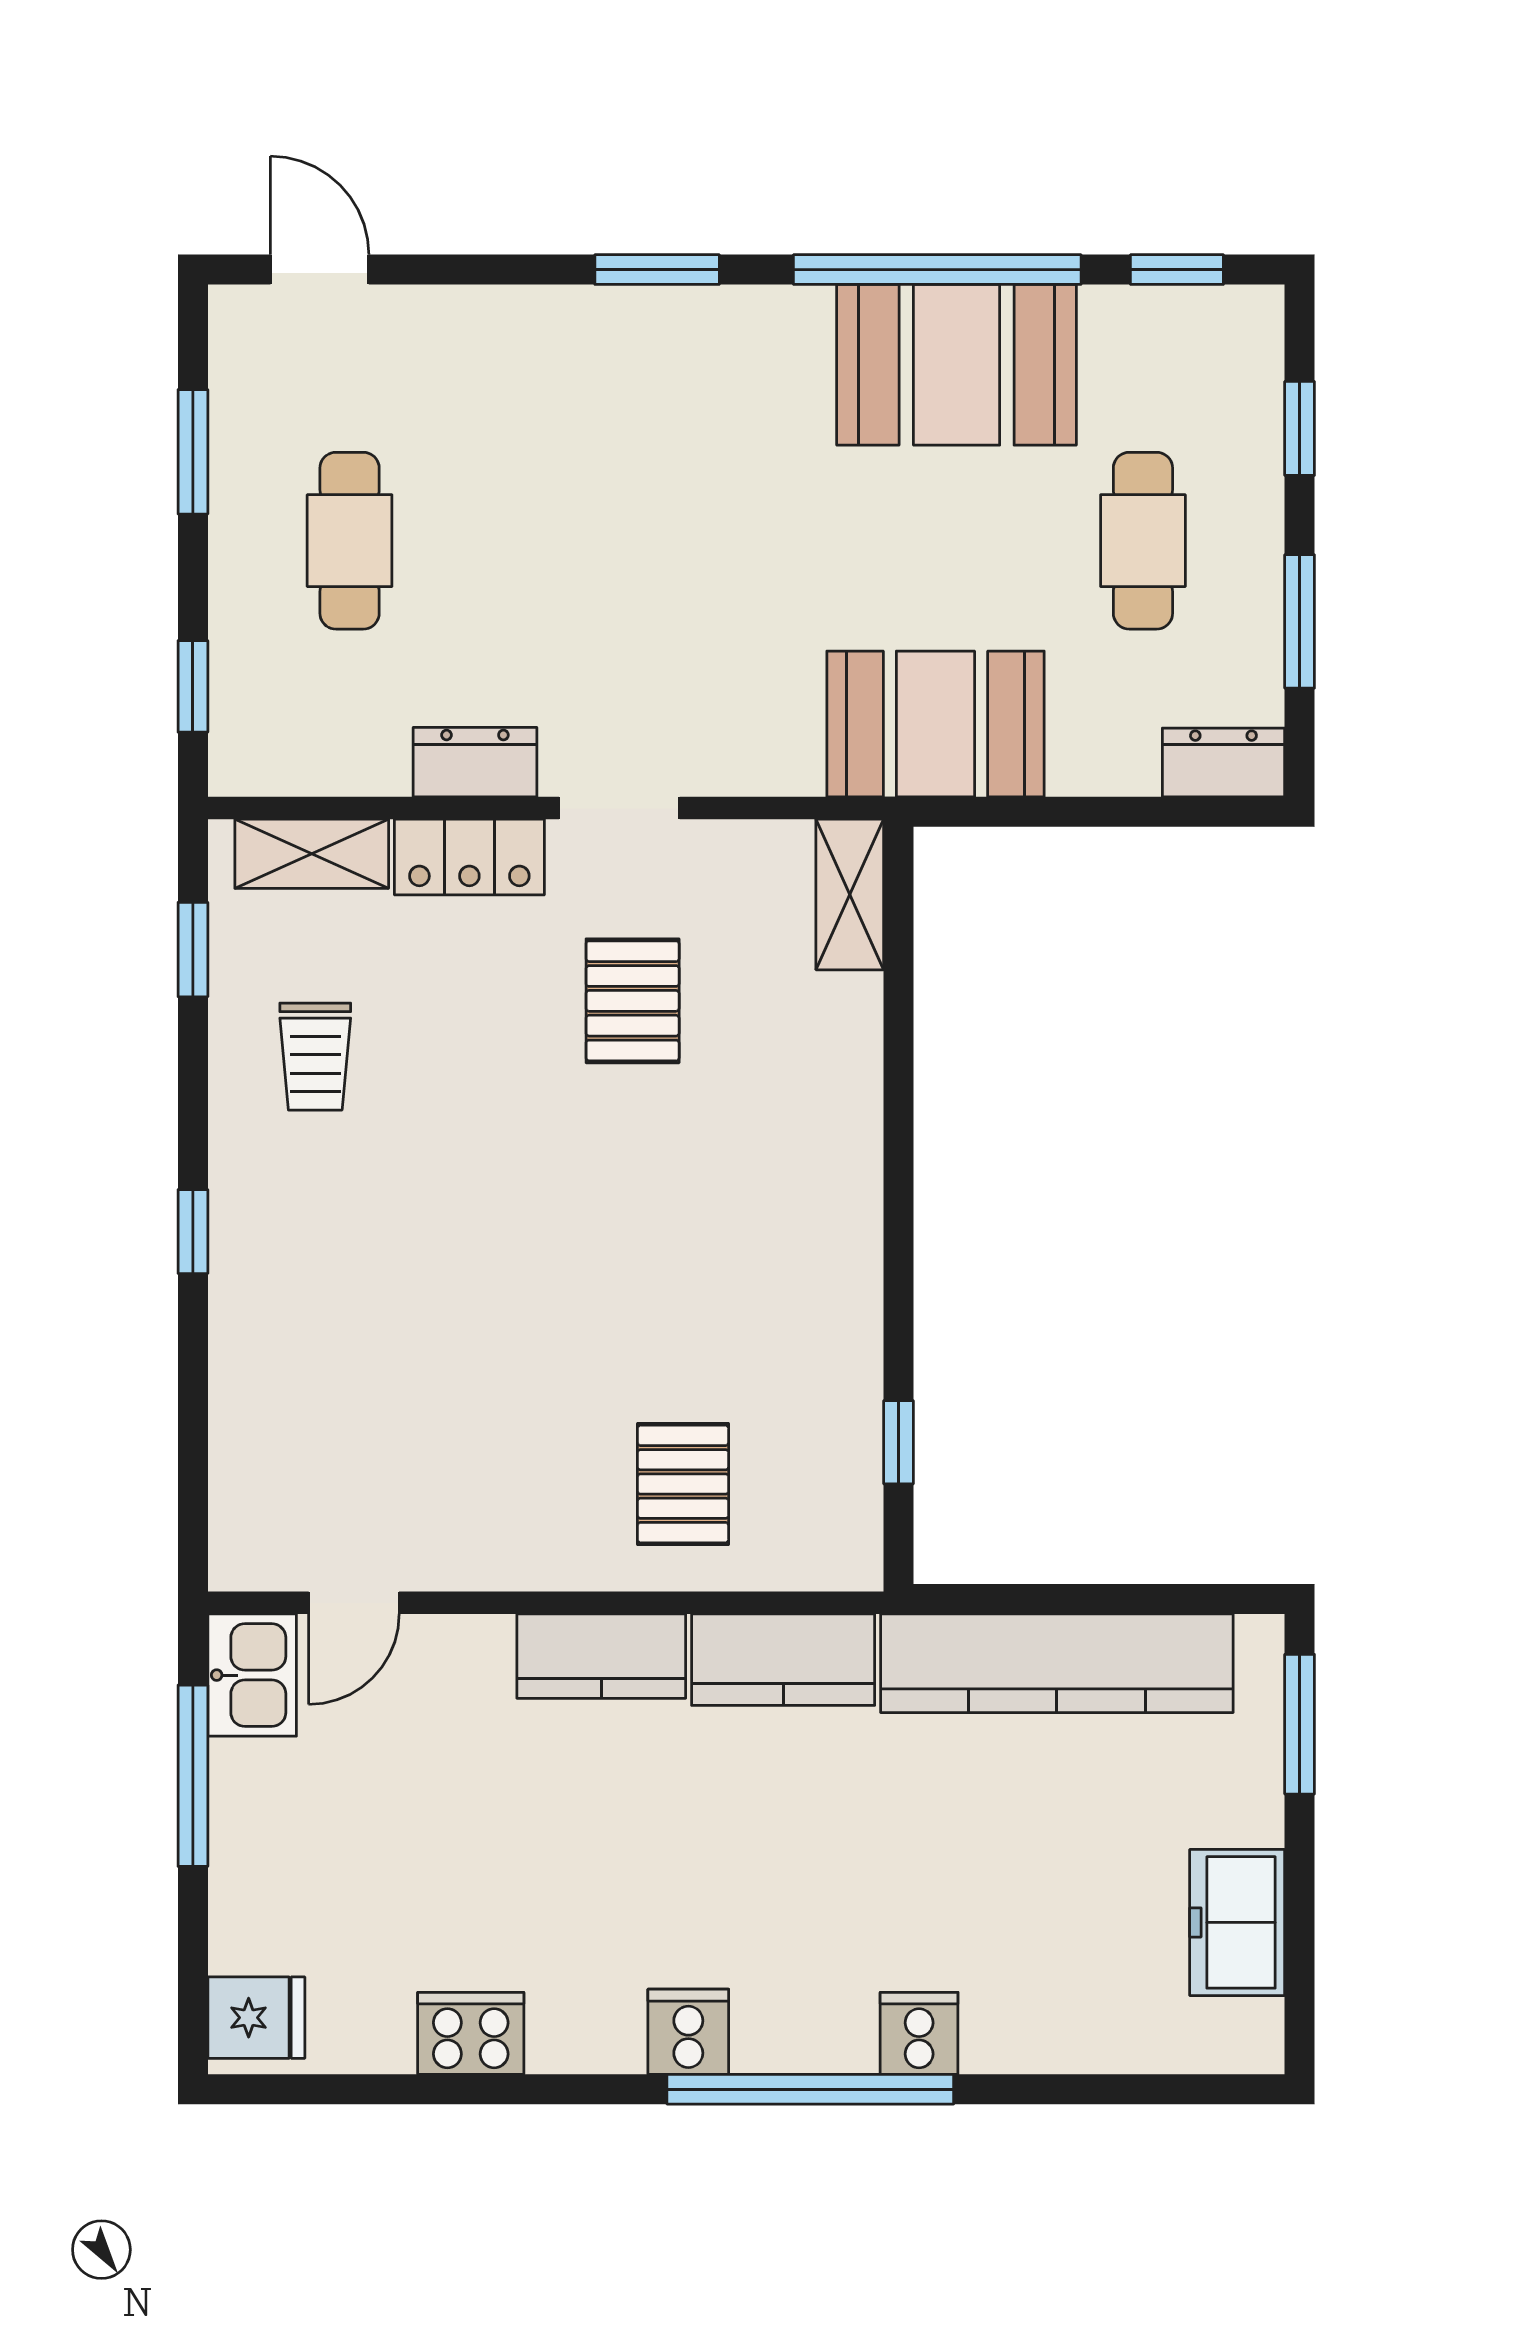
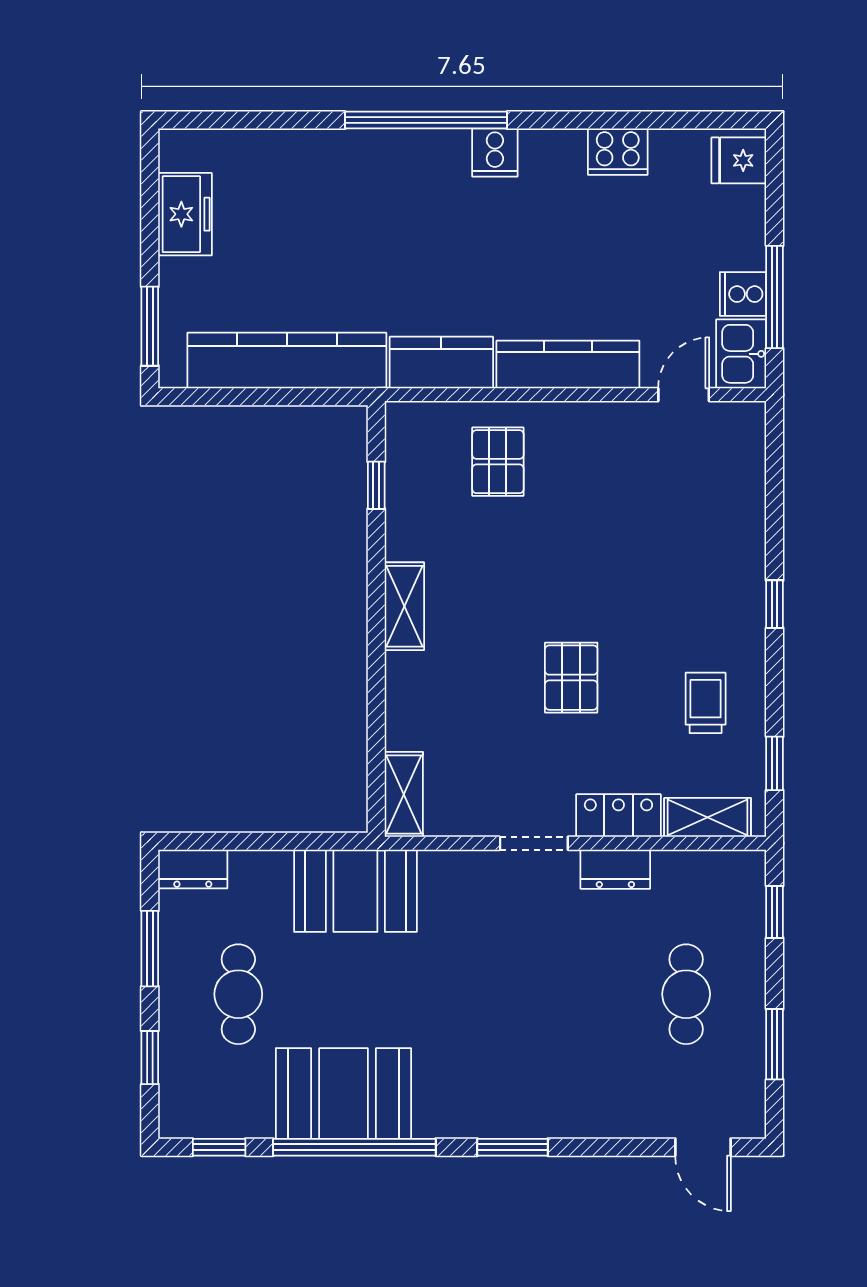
pallet: (633, 1001) -> (571, 678), moved
shelving: (849, 1228) -> (404, 606), added
kitchen counter: (601, 1656) -> (568, 365), width x1.50
cooker: (919, 2033) -> (743, 294), moved, turned 90

